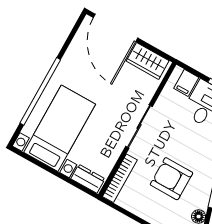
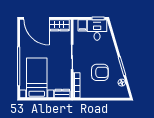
armchair: (171, 179) -> (100, 72), turned 180

